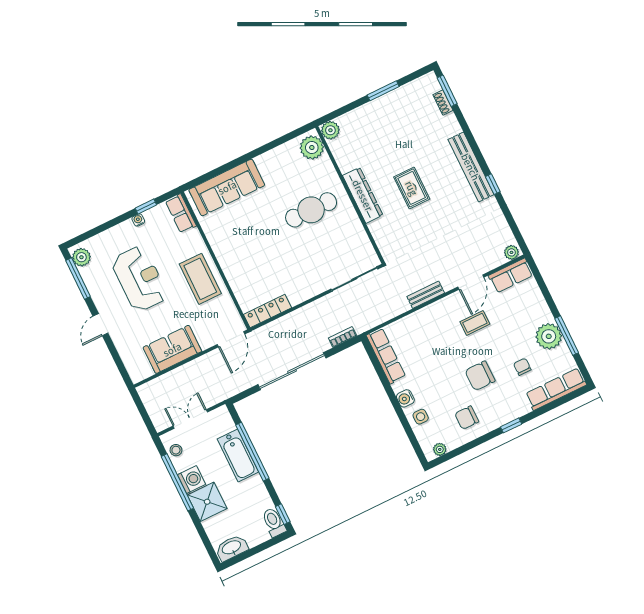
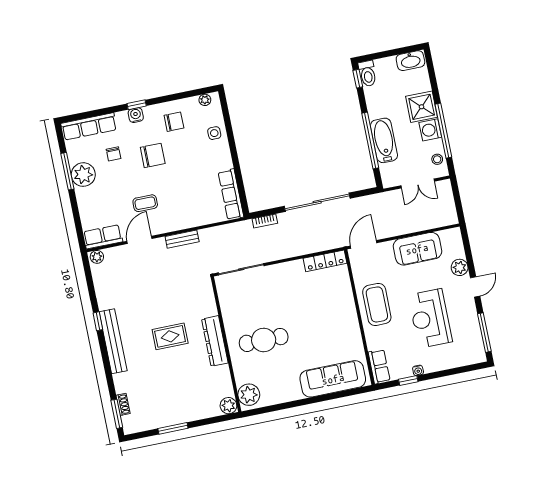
rug: (412, 188) -> (170, 336), turned 90
plant: (81, 257) -> (460, 267), moved
water cooler: (405, 398) -> (136, 115), moved, turned -90

